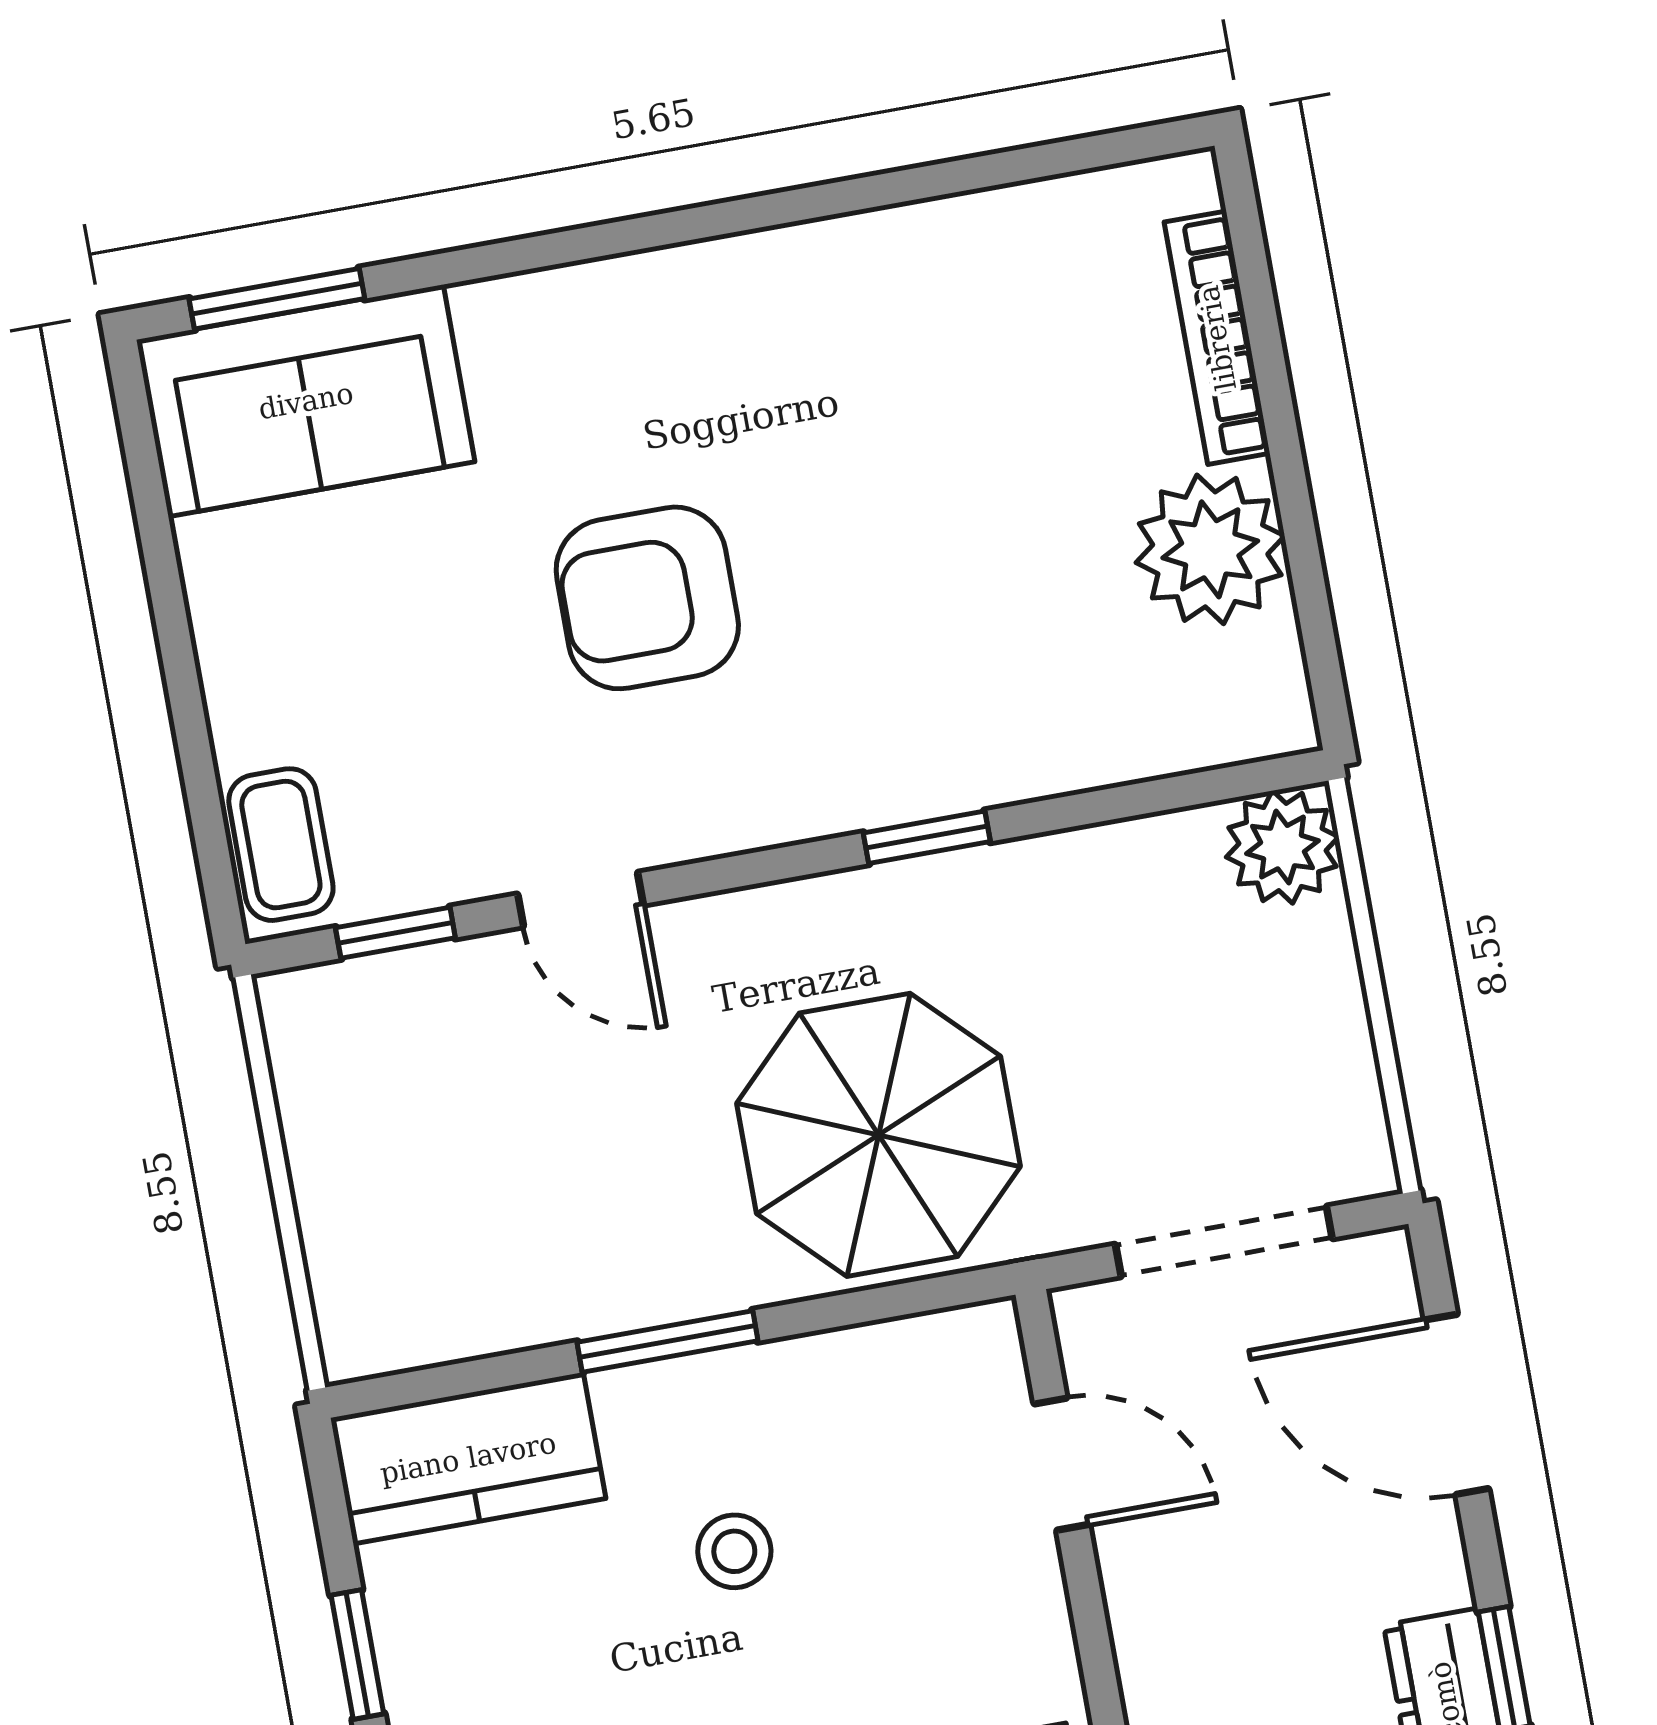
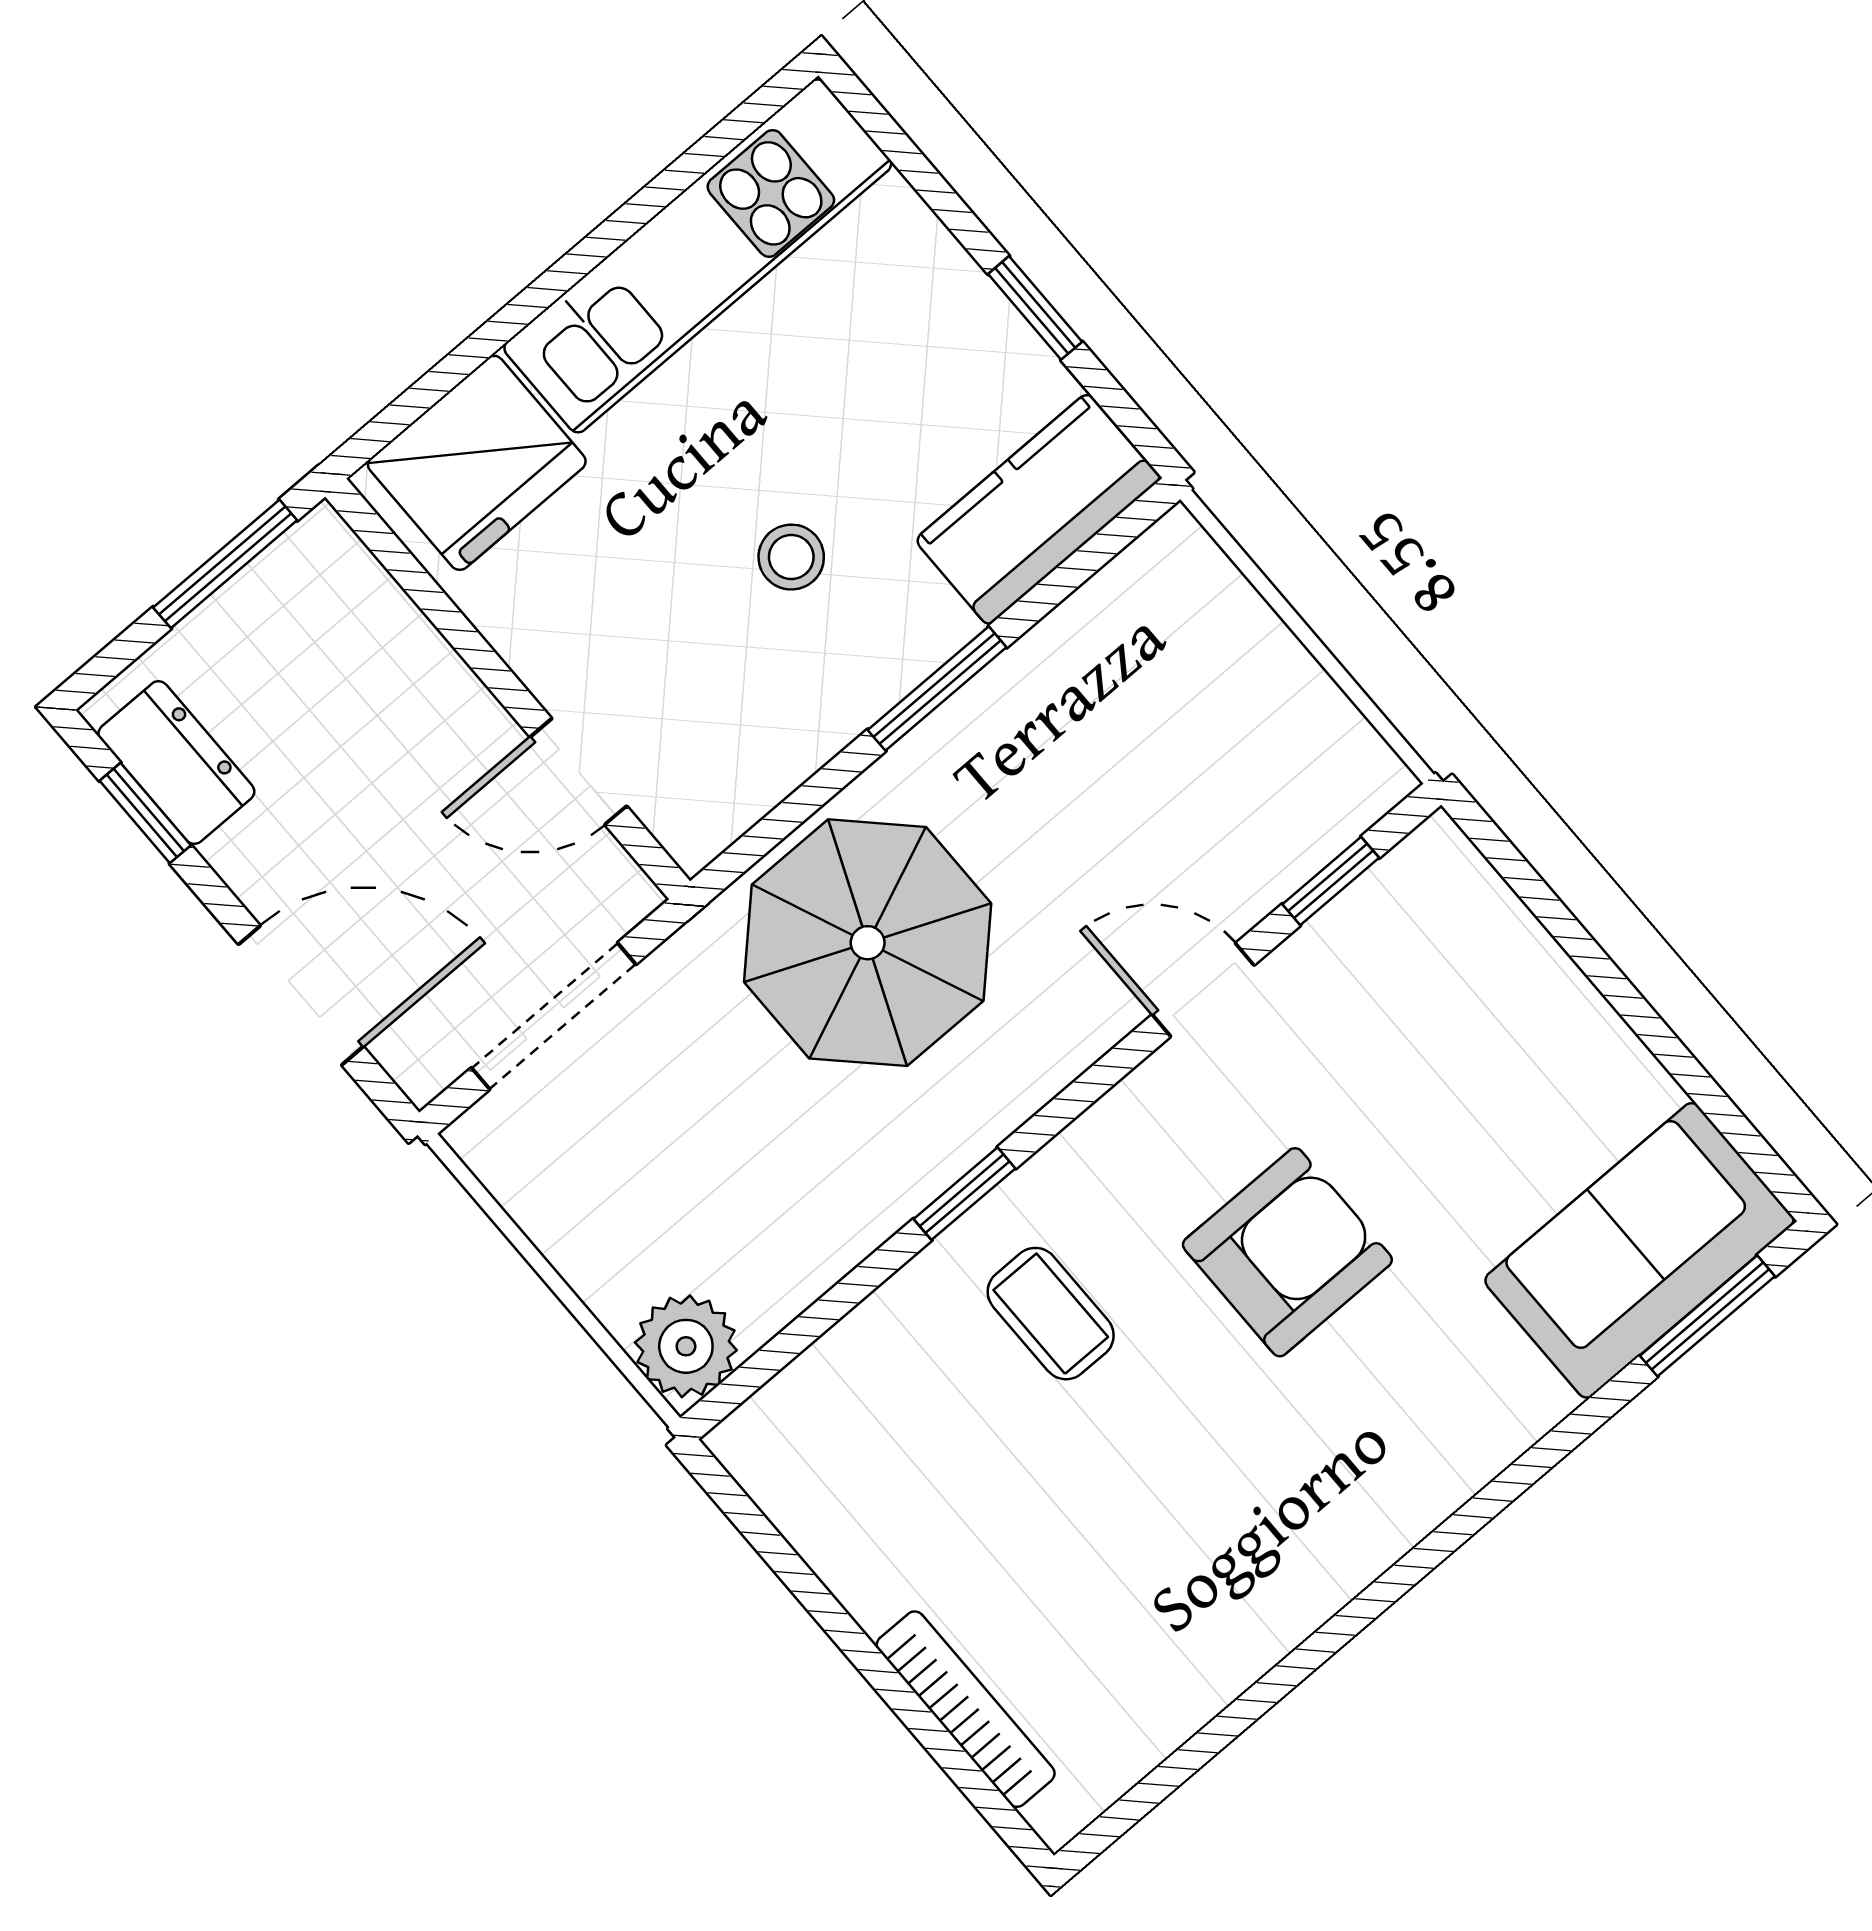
plant: (1210, 549) -> (876, 1543), removed
coffee table: (281, 845) -> (1051, 1314), moved

